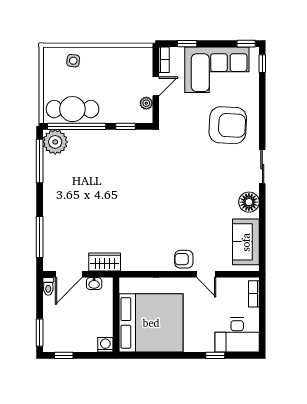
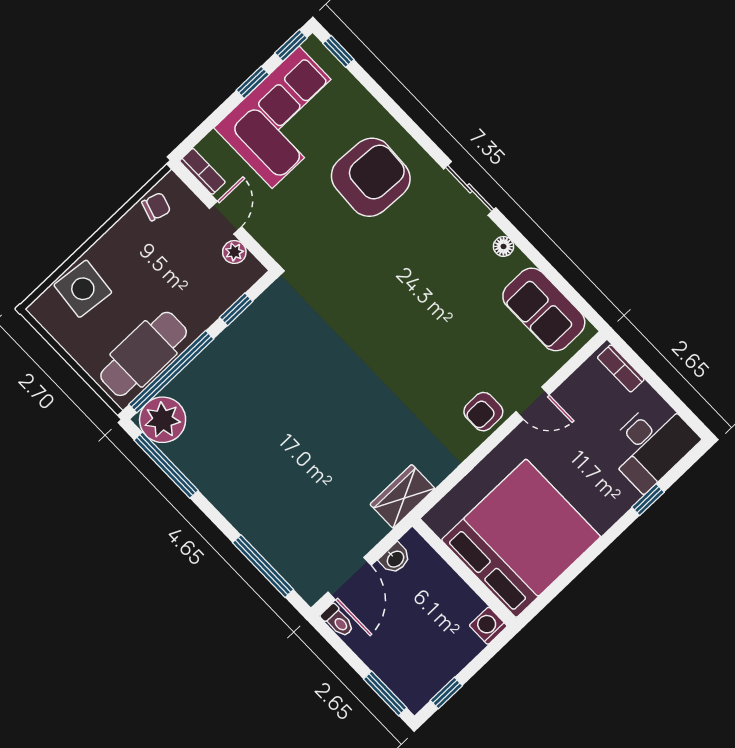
window: (187, 44) -> (253, 82), moved
chair: (133, 56) -> (156, 207), added
side table: (73, 61) -> (83, 289), width x1.87, depth x1.87
floor lamp: (249, 202) -> (503, 246), width x0.53, depth x0.53
wardrobe: (105, 262) -> (402, 496), moved

